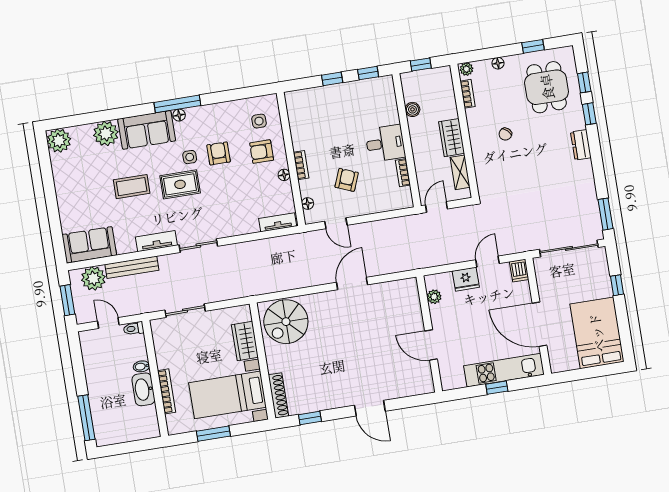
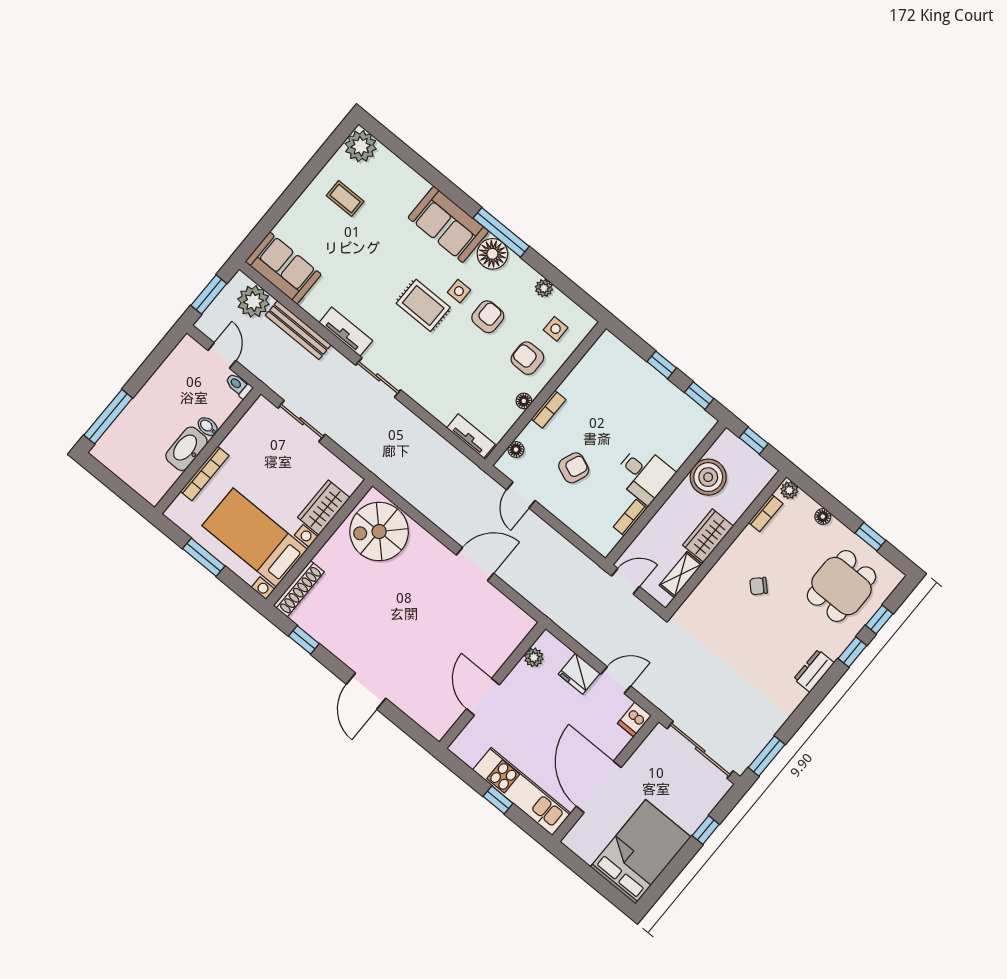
boiler: (412, 109) -> (708, 477), width x1.86, depth x1.86
floor lamp: (179, 115) -> (492, 254), width x1.89, depth x1.89
plant: (106, 134) -> (544, 288), moved, width x0.53, depth x0.53
coffee table: (132, 187) -> (345, 198), moved, width x0.73, depth x0.77

